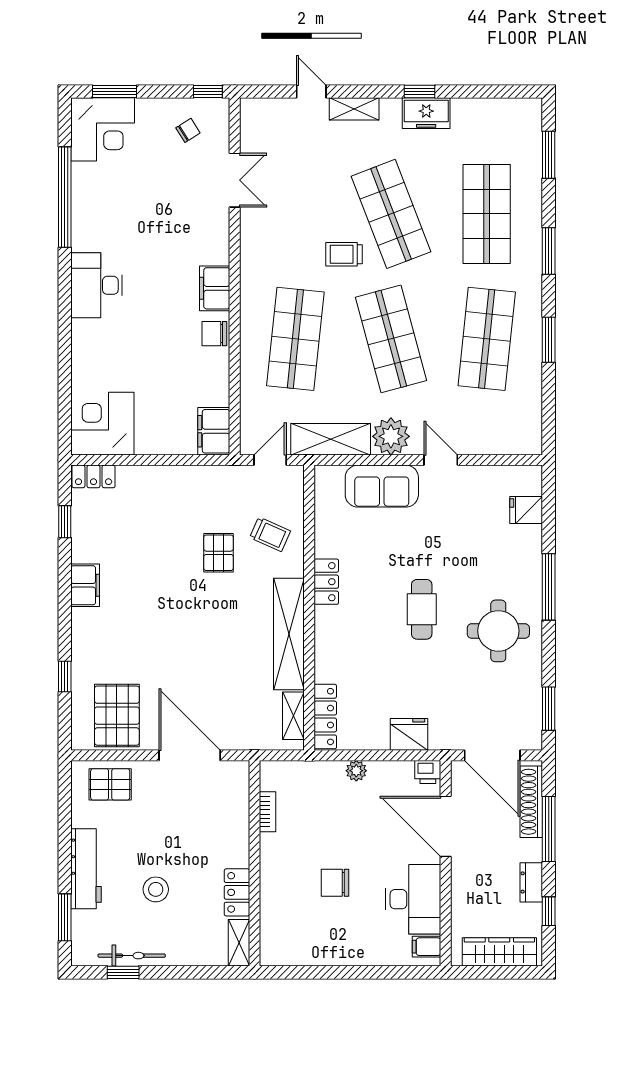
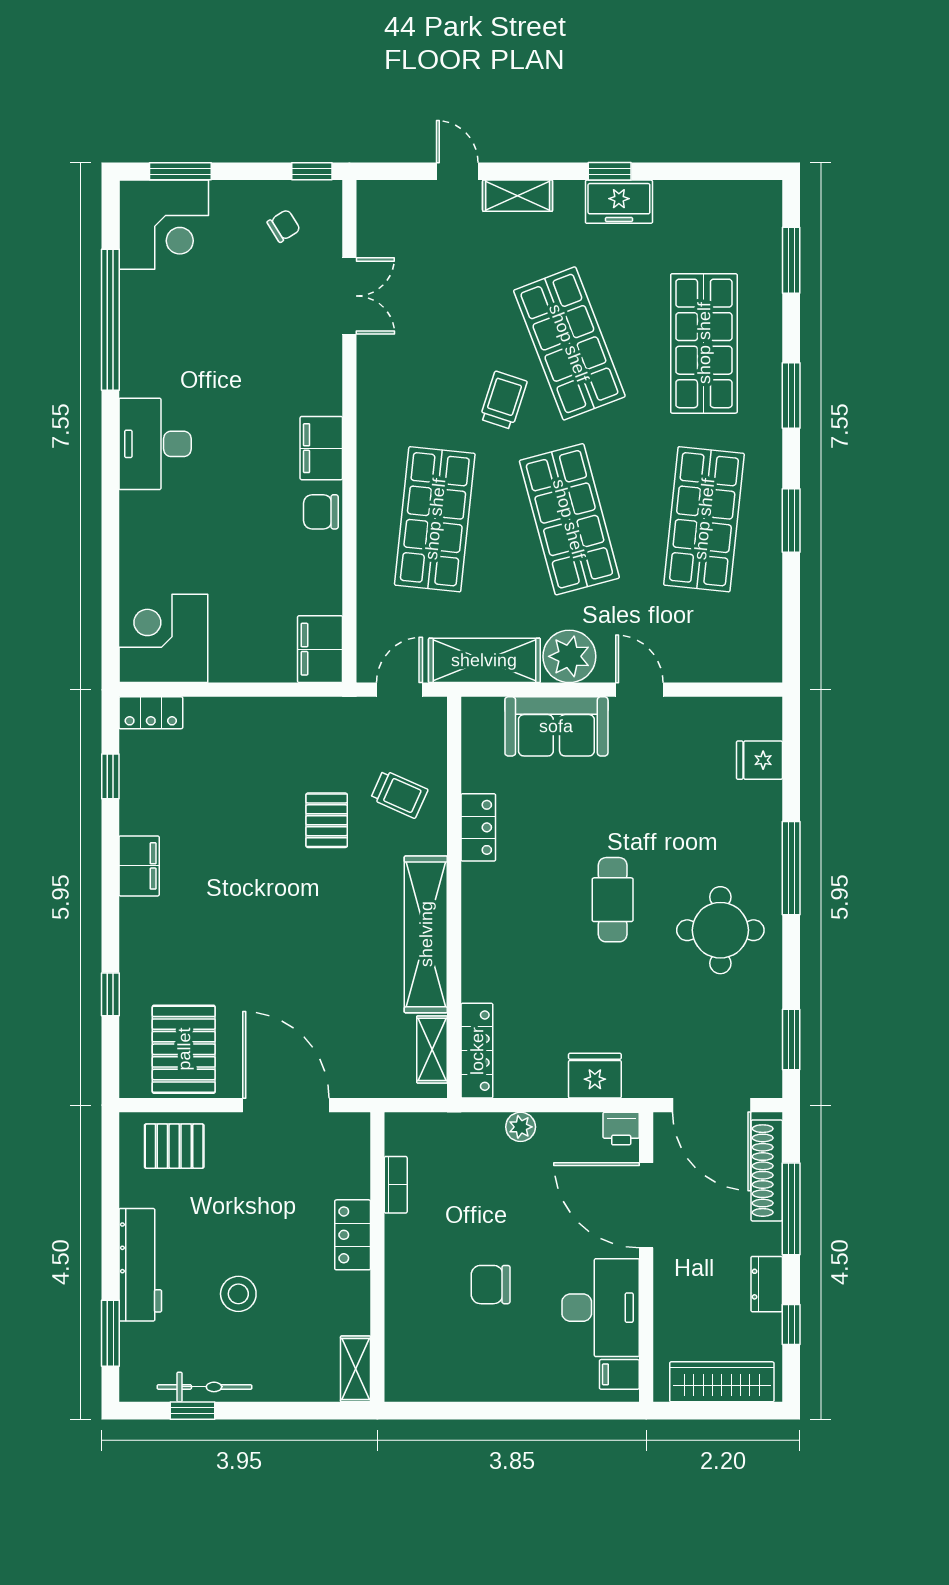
trolley: (344, 254) -> (503, 400), turned 108
locker: (326, 582) -> (478, 827), moved
locker: (237, 892) -> (353, 1235), moved

